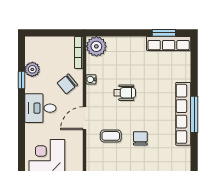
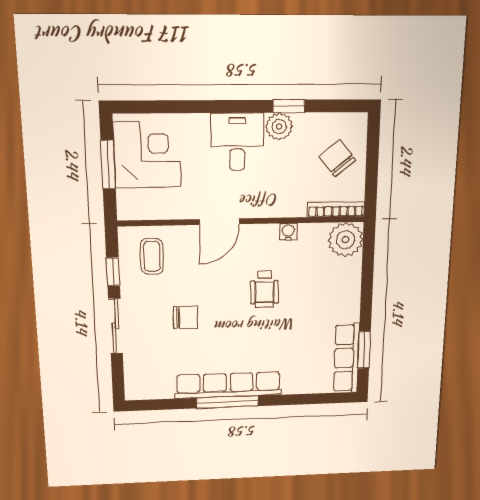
plant: (32, 69) -> (279, 126), moved
chair: (67, 84) -> (338, 158), moved
door: (85, 118) -> (219, 222), swing flipped
coffee table: (111, 136) -> (152, 256), moved

